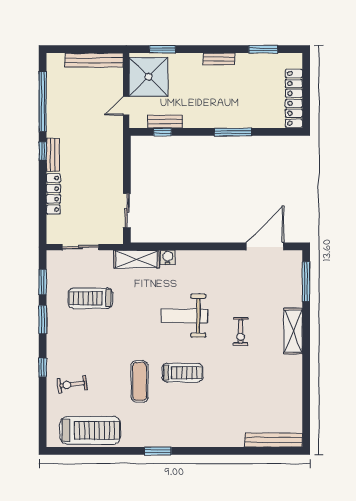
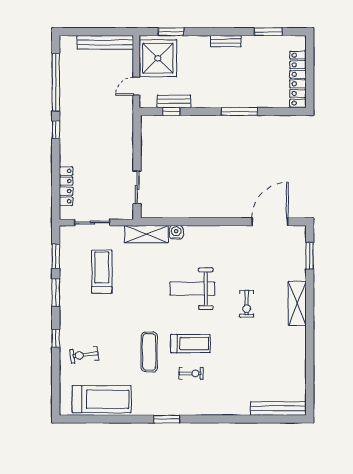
bench: (53, 155) -> (66, 134), removed
locker: (53, 194) -> (66, 186), moved
window: (306, 281) -> (310, 256), width x0.69
treadmill: (90, 298) -> (102, 272), turned 90
exercise bike: (183, 404) -> (191, 373), added

